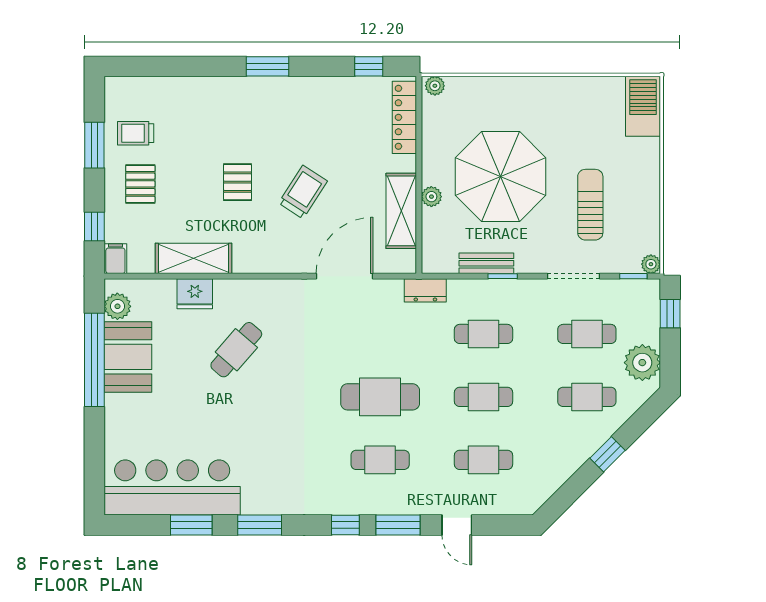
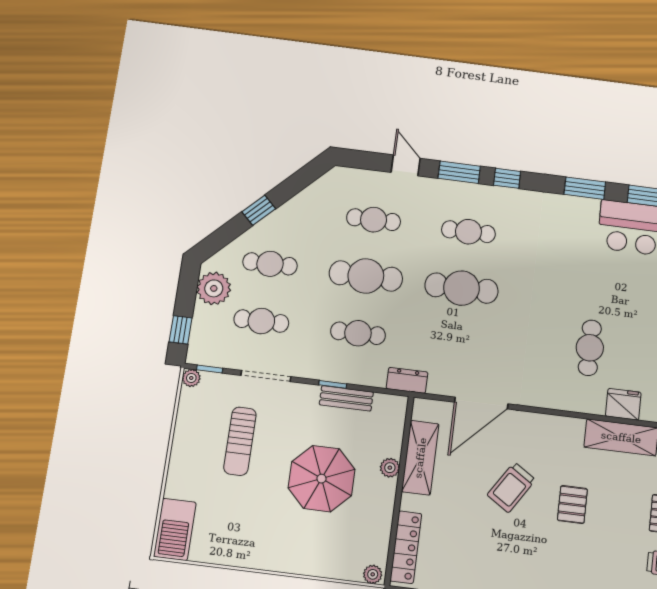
parasol: (501, 177) -> (321, 479), width x0.73, depth x0.73
cafe table: (236, 350) -> (590, 348), turned -41
cafe table: (484, 397) -> (366, 276), width x1.37, depth x1.35

